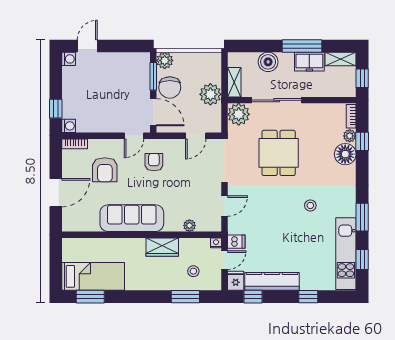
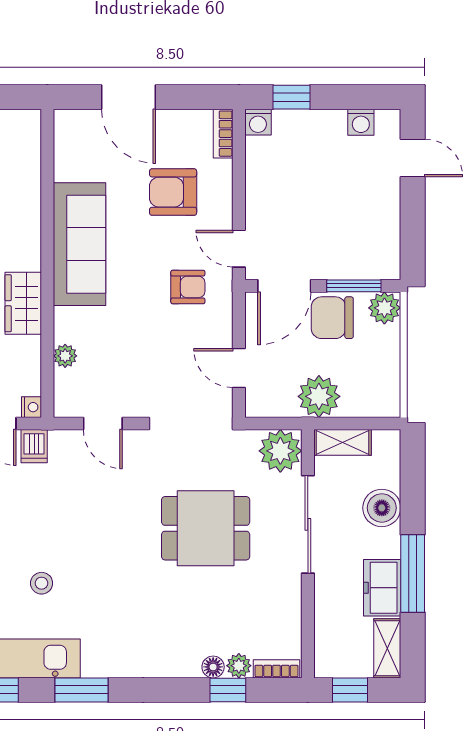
washing machine: (69, 59) -> (361, 122), moved
floor lamp: (345, 154) -> (213, 667), width x0.53, depth x0.53
stool: (310, 205) -> (42, 583), moved

